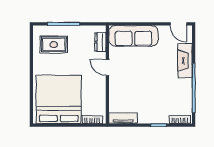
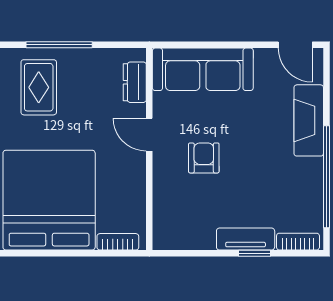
rug: (54, 44) -> (39, 87), turned 90
armchair: (134, 79) -> (204, 158), added
tv unit: (123, 118) -> (246, 239), moved

